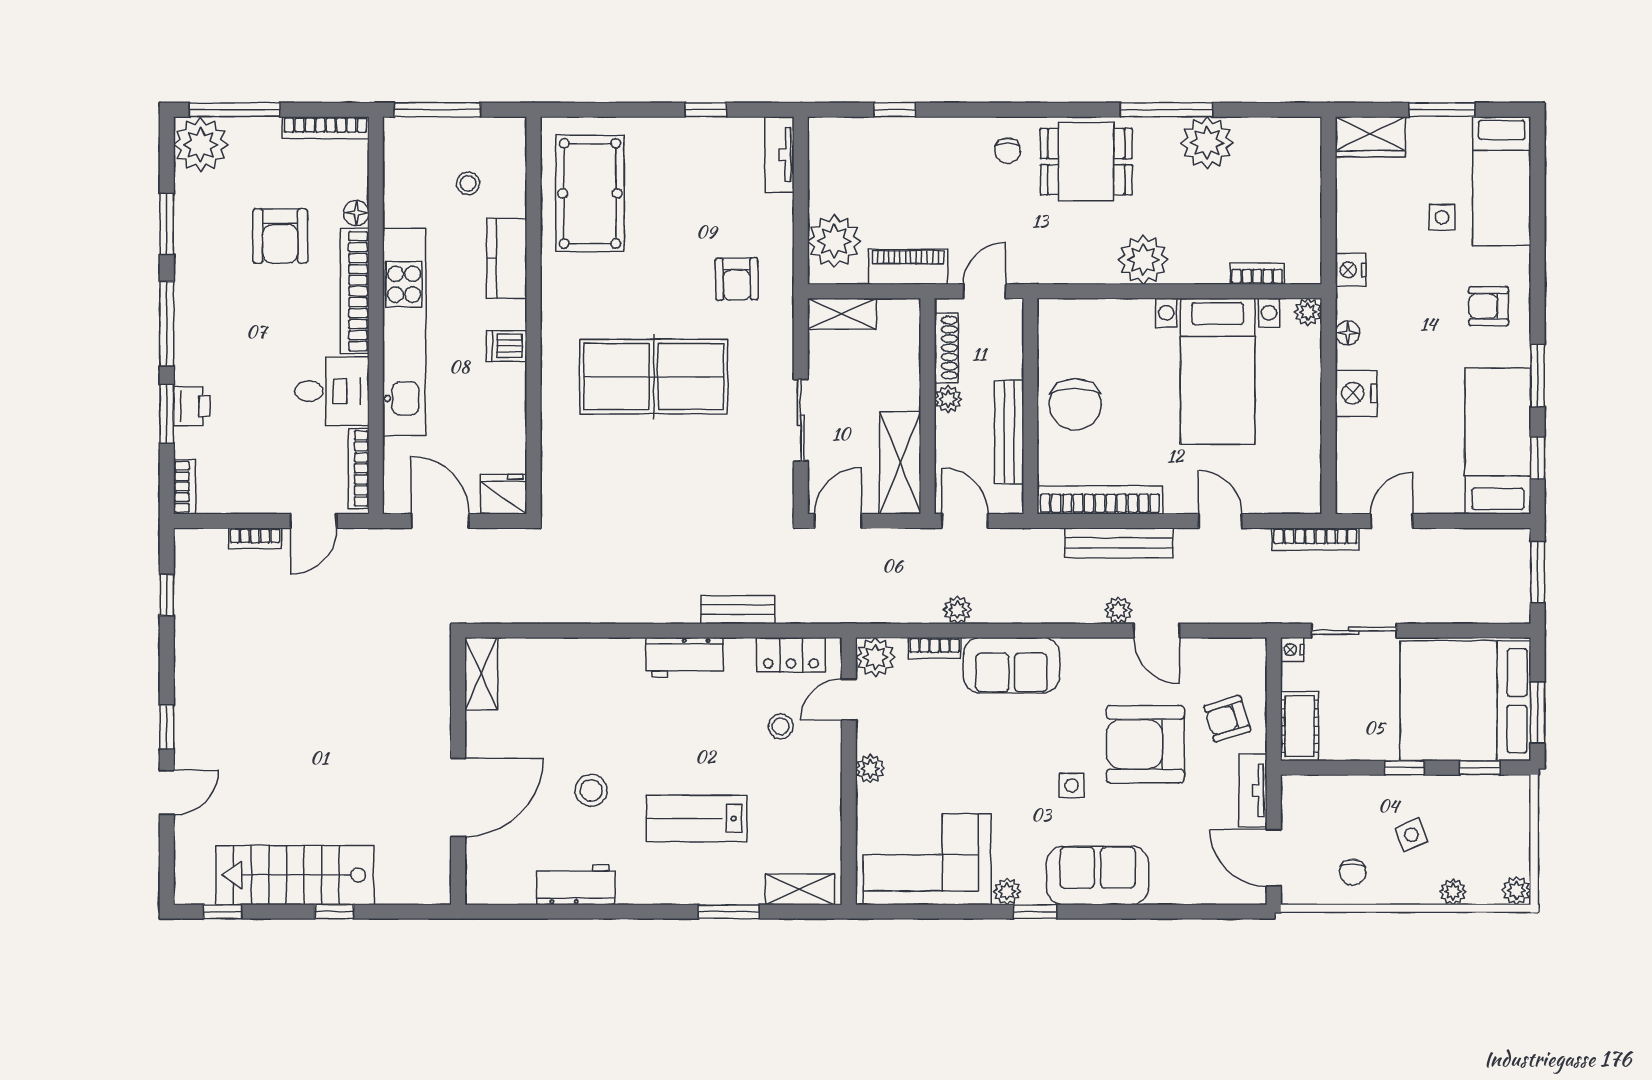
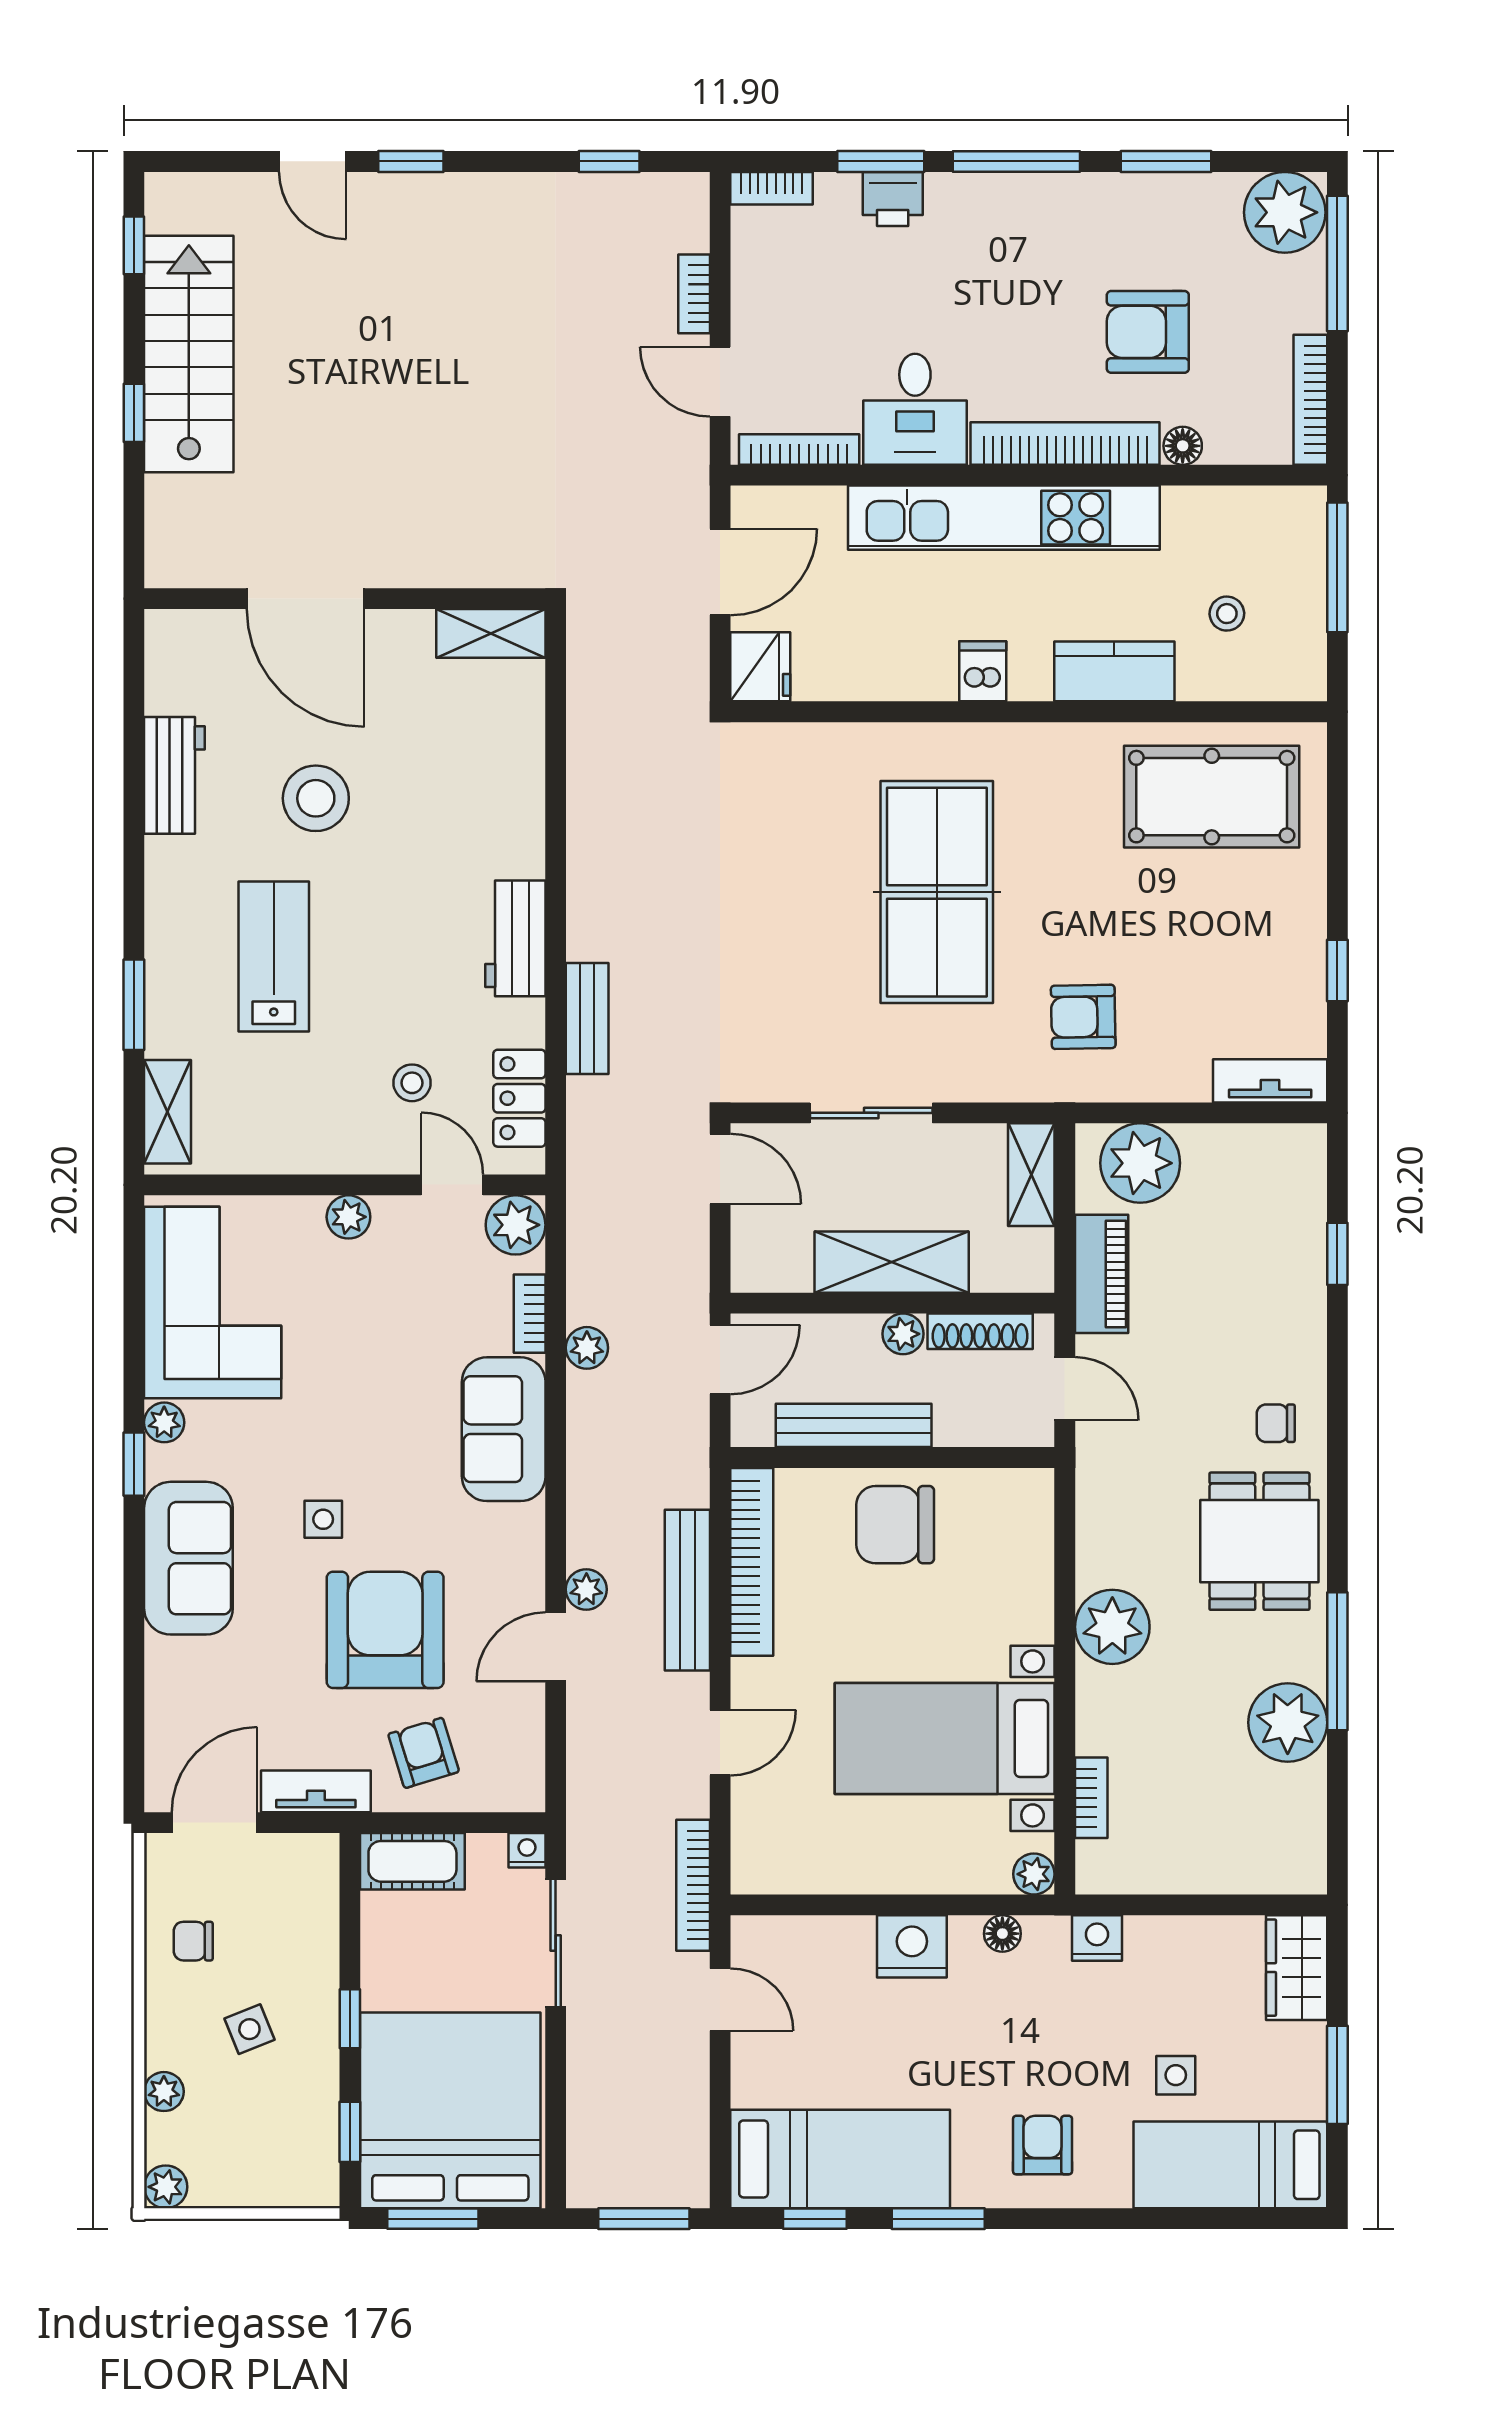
shelving: (900, 463) -> (892, 1262), moved
stool: (591, 790) -> (316, 798), width x1.38, depth x1.38

